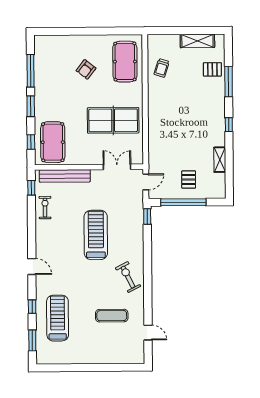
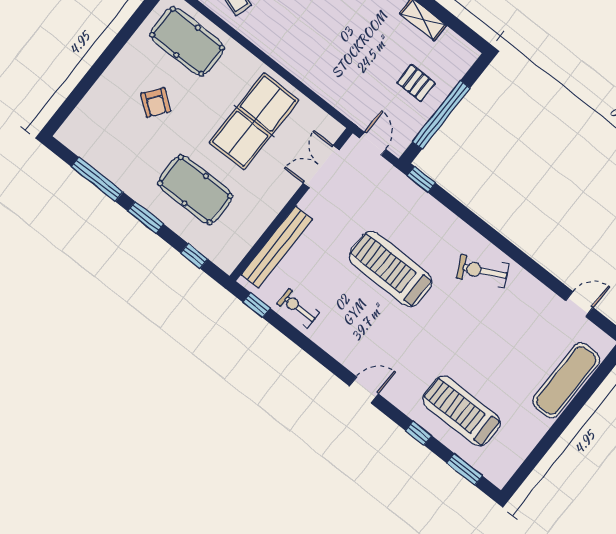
pool table: (53, 142) -> (195, 190), moved
exercise mat: (112, 316) -> (566, 380), moved, width x1.36, depth x1.45

